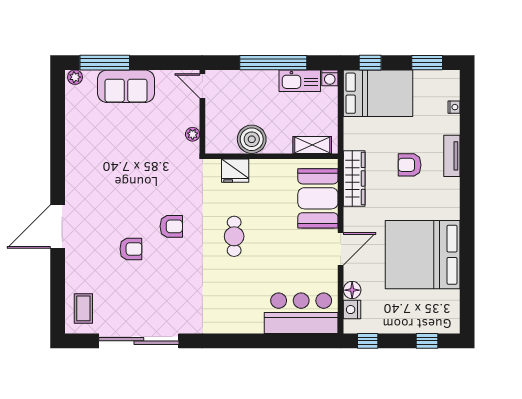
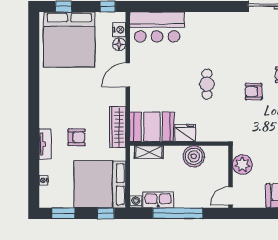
door: (202, 86) -> (231, 196), swing flipped
bed: (378, 93) -> (100, 184), width x1.36
plant: (193, 134) -> (242, 165), width x1.87, depth x1.87
fridge: (235, 171) -> (185, 133), moved
booth: (318, 198) -> (152, 127), moved, turned 90
bed: (423, 255) -> (69, 40), moved, turned 90

